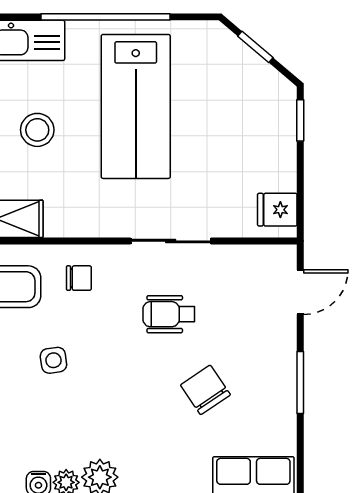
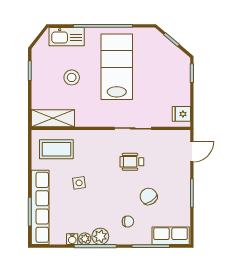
lab bench: (136, 106) -> (117, 67), turned 180
chair: (79, 278) -> (128, 221), moved

